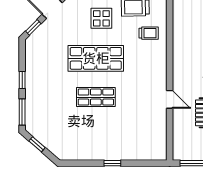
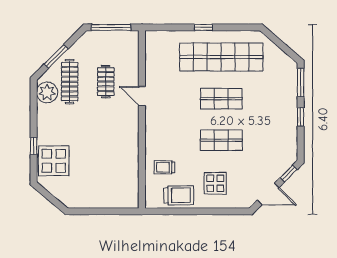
shop shelf: (96, 58) -> (221, 140), width x0.70, depth x0.74
shop shelf: (96, 136) -> (221, 57), added
window: (37, 144) -> (284, 48), removed

